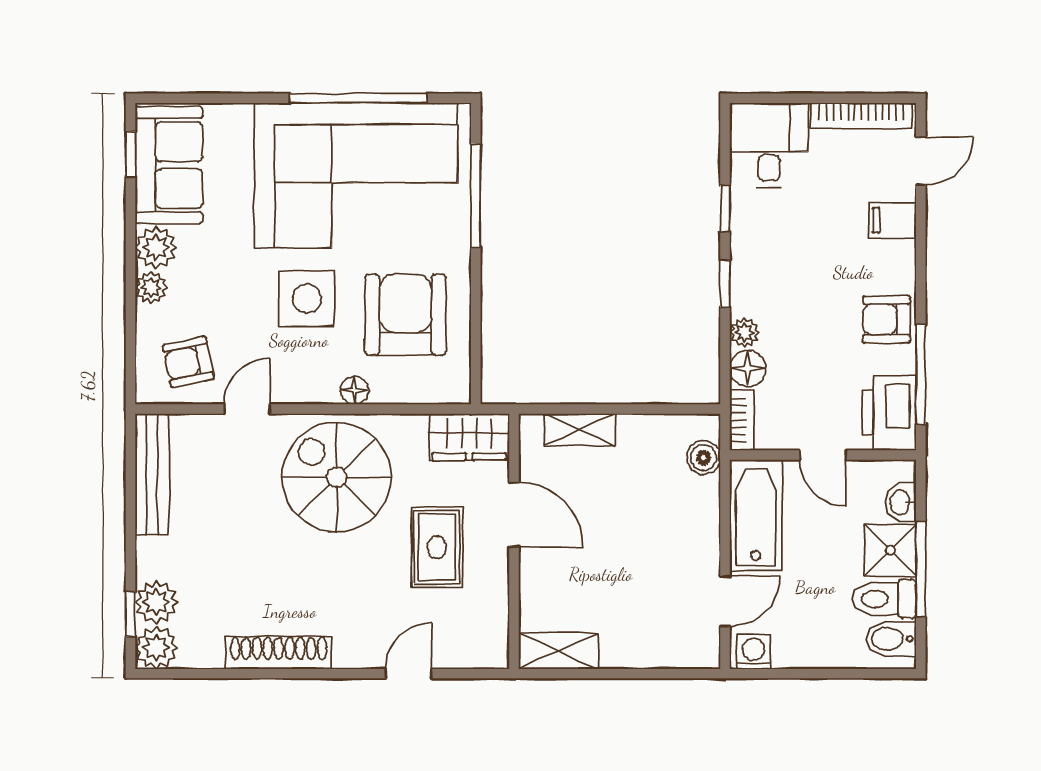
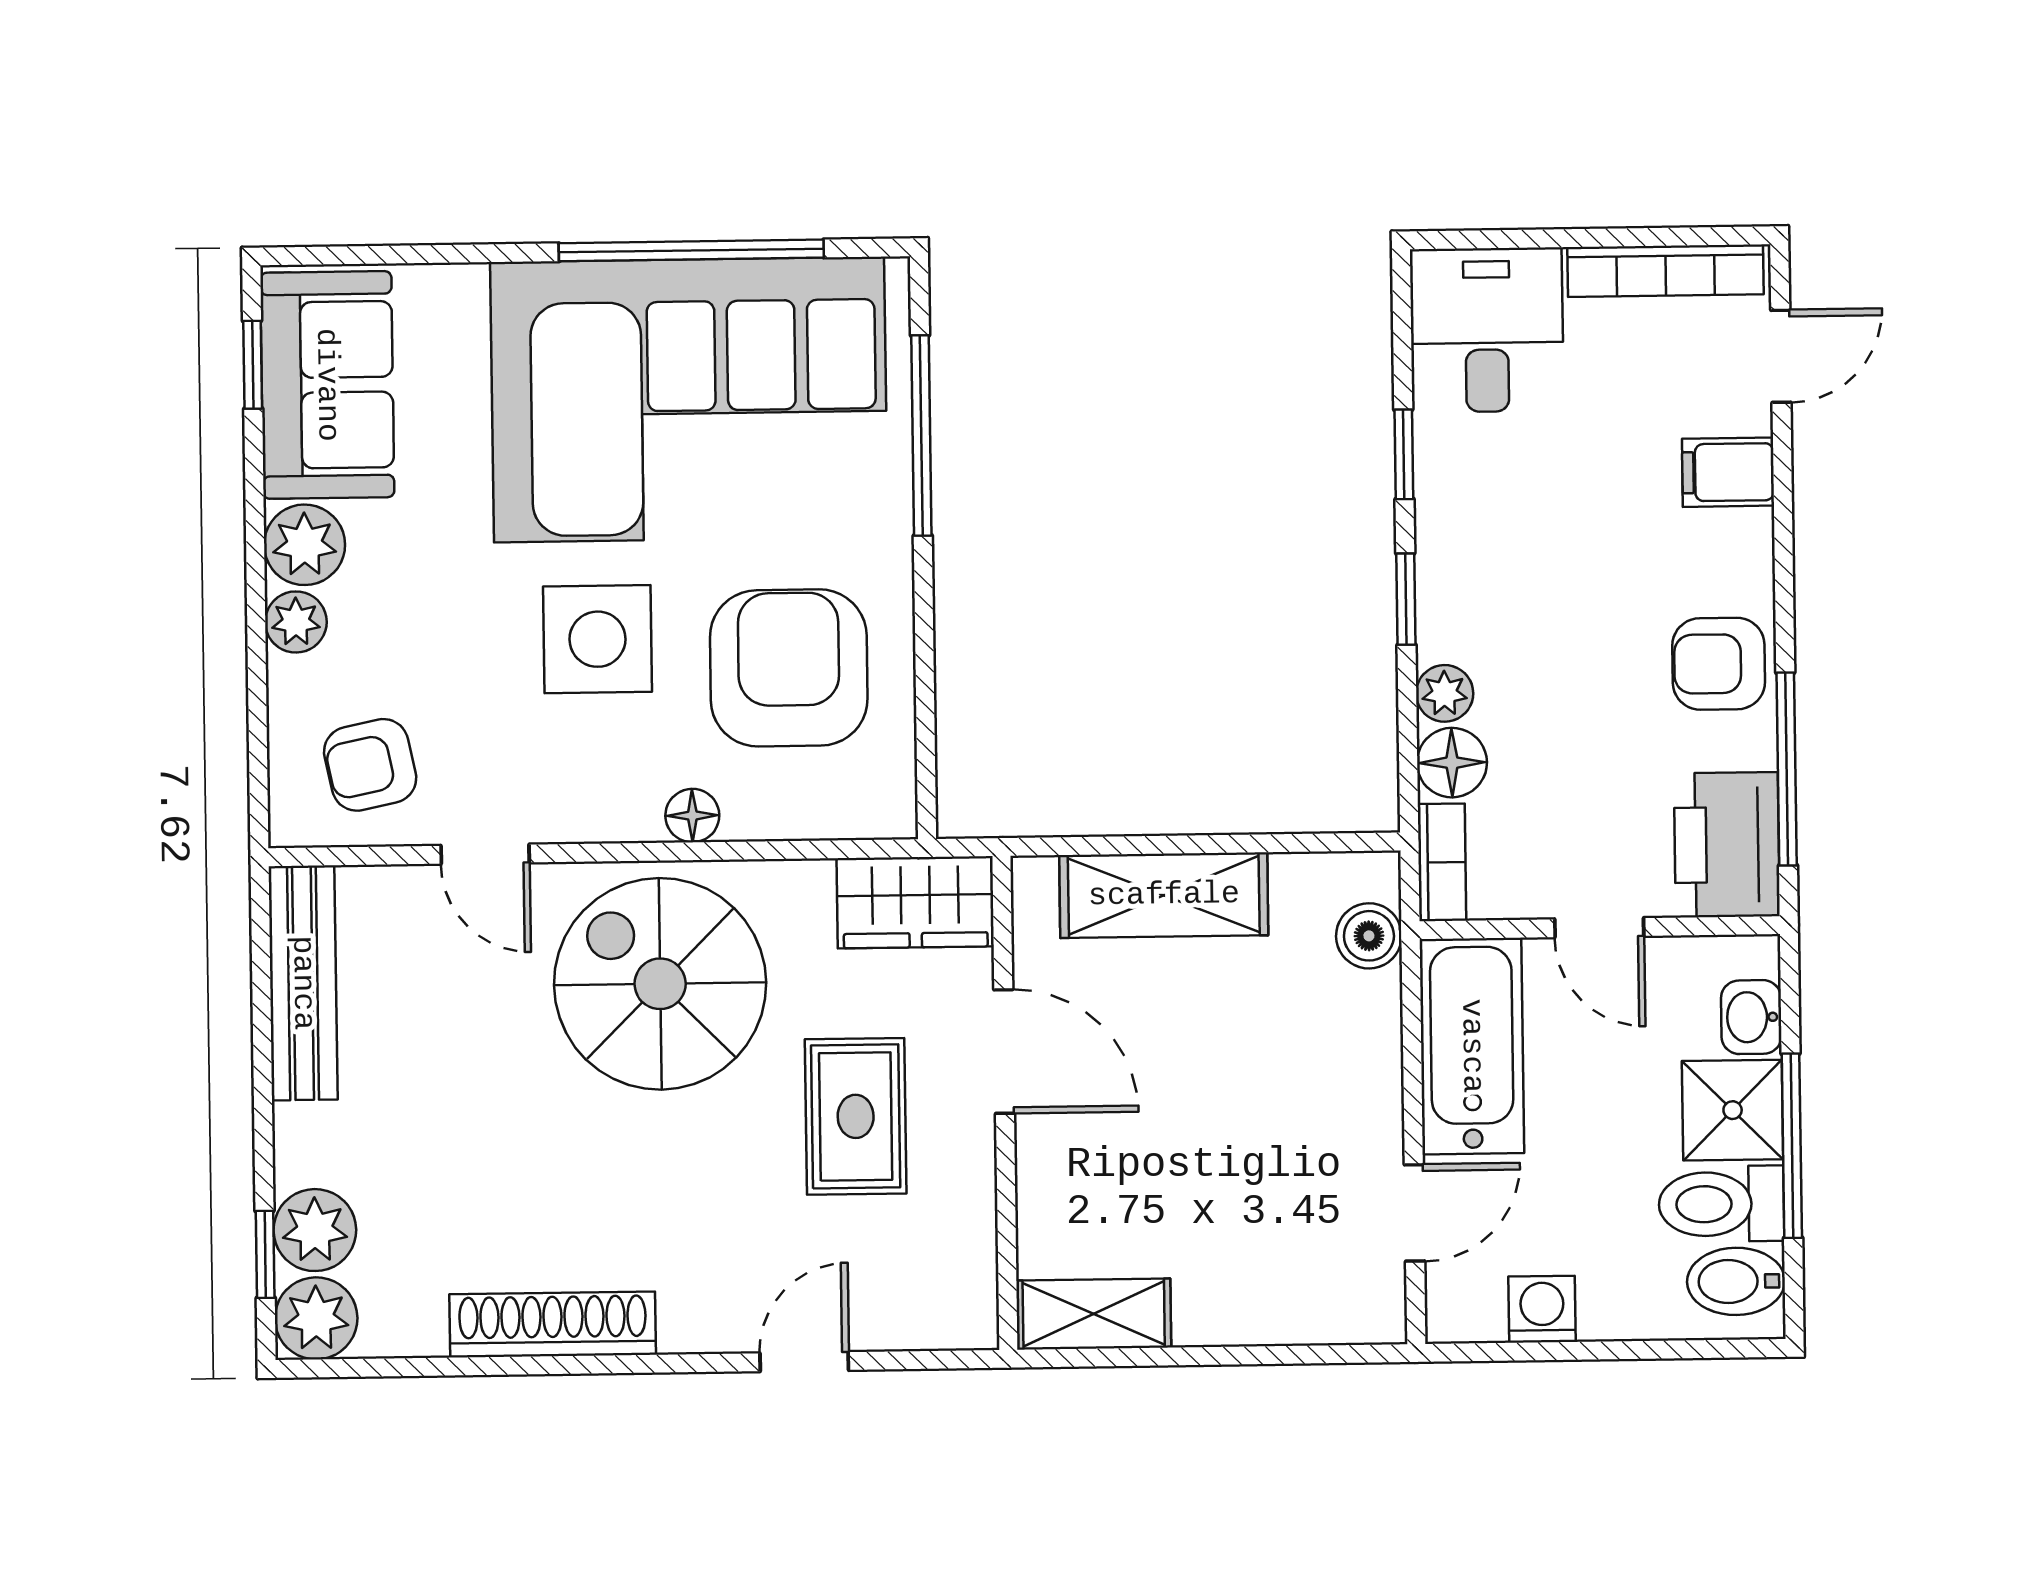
door: (247, 409) -> (485, 854), swing flipped
shelving: (580, 430) -> (1164, 895), width x1.50, depth x1.33
washing machine: (754, 652) -> (1542, 1309), moved

